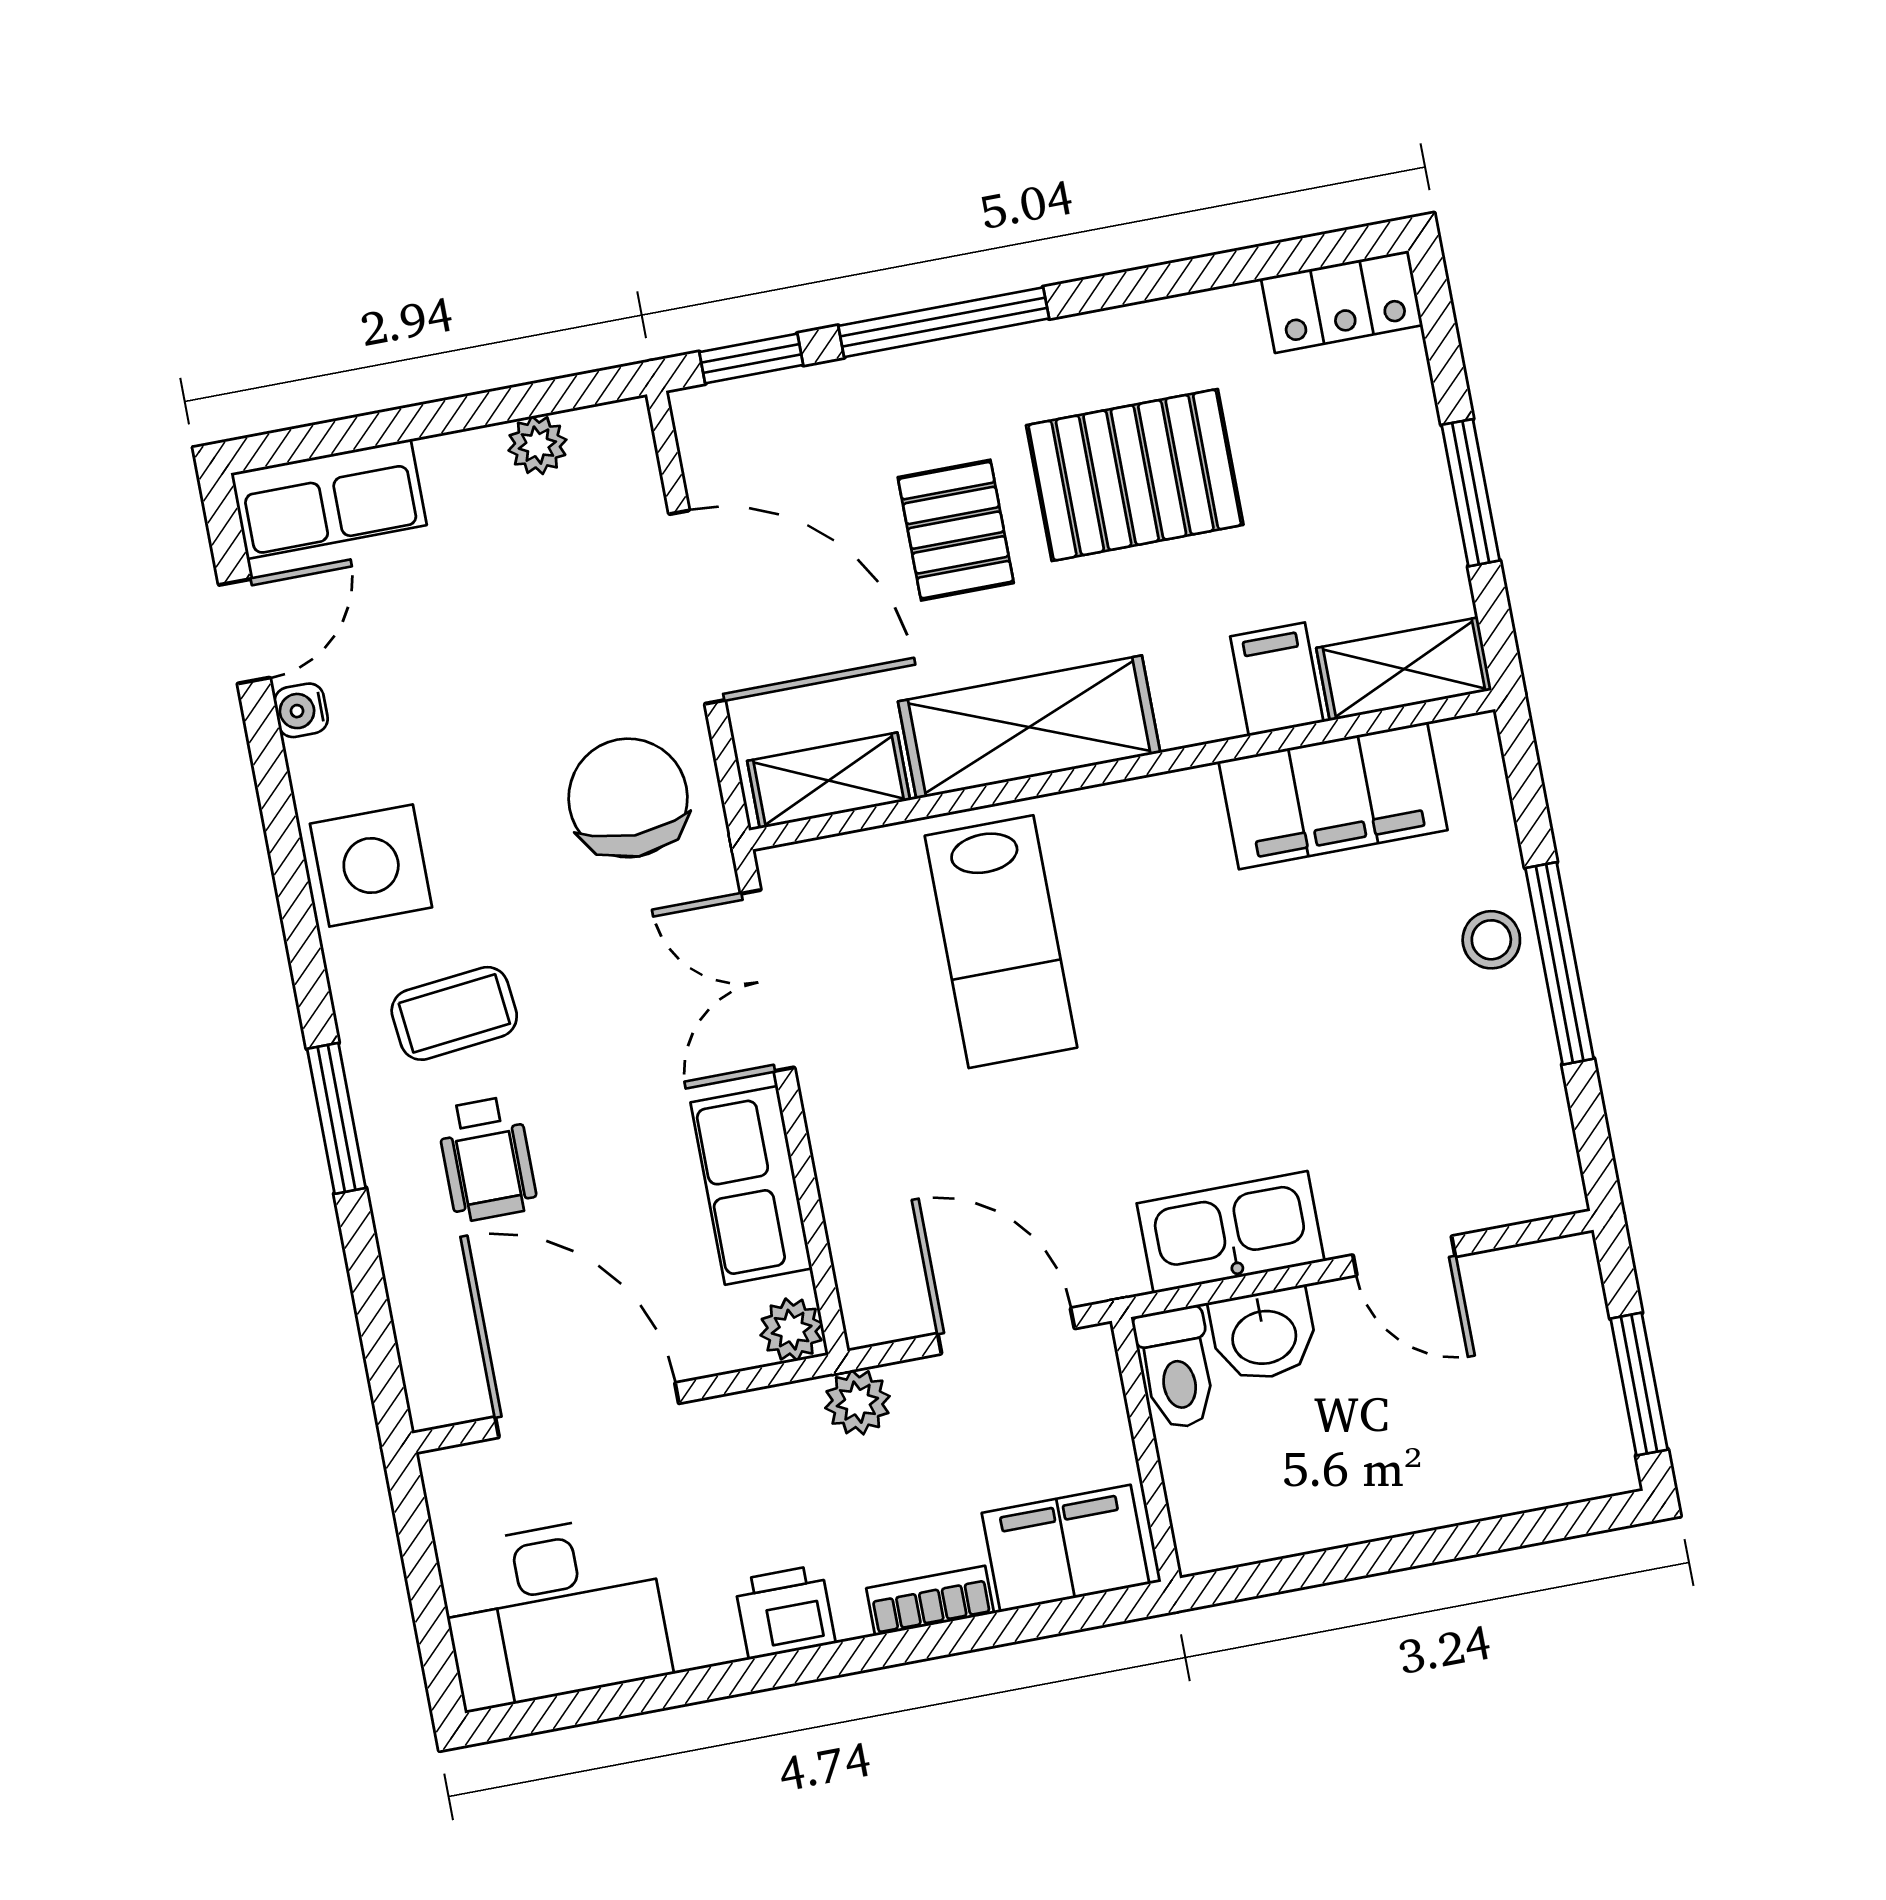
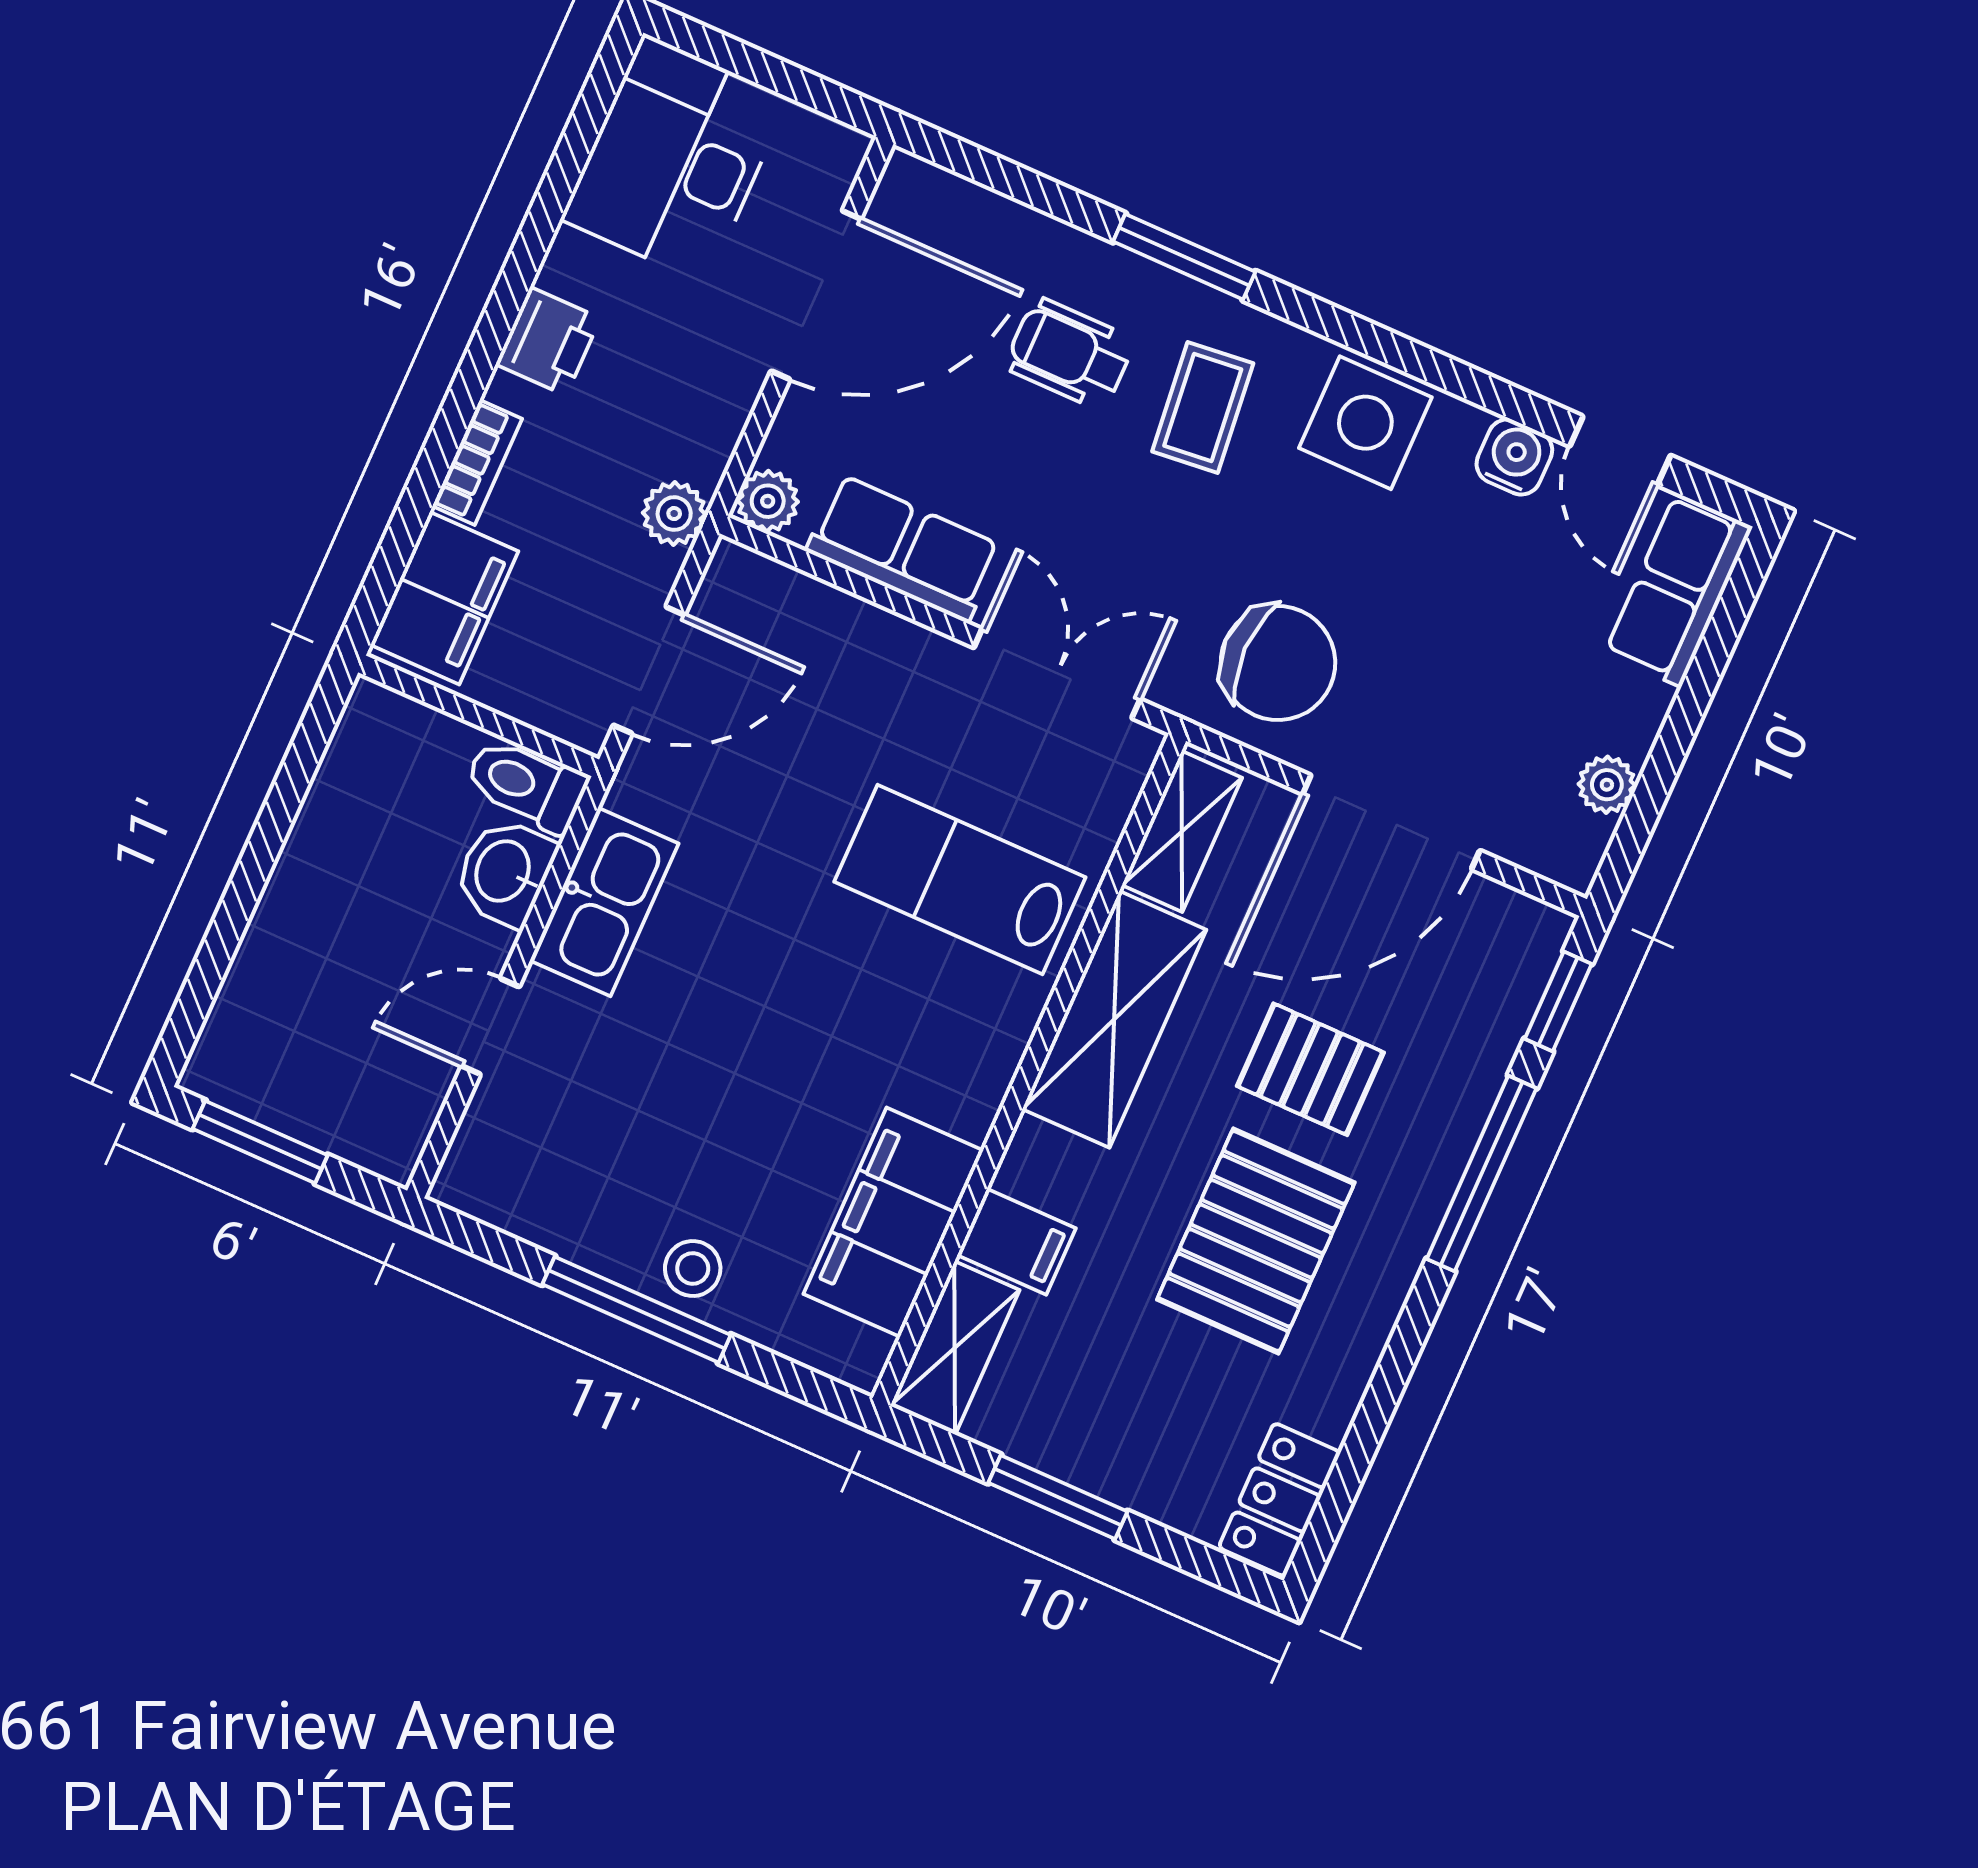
water cooler: (301, 710) -> (1514, 457), width x1.38, depth x1.38

